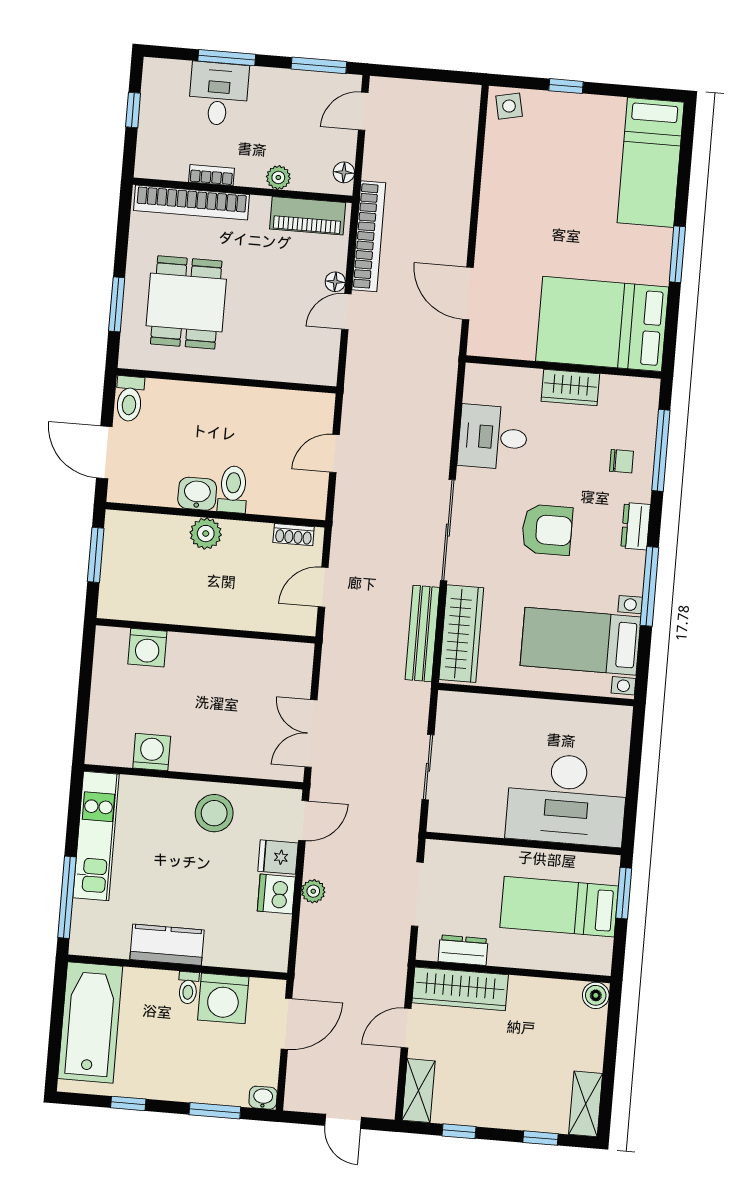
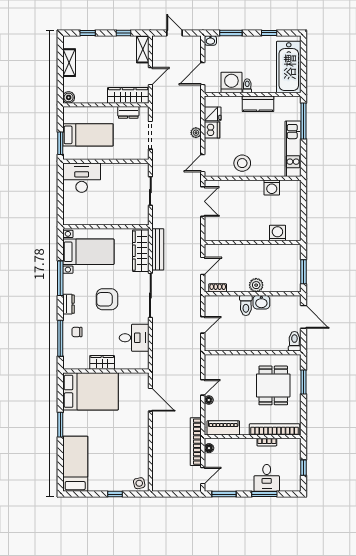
plant: (278, 177) -> (237, 444), removed
bookcase: (369, 236) -> (196, 442), moved
desk: (567, 799) -> (82, 178), width x0.73, depth x0.77
fridge: (278, 857) -> (213, 114), moved
shelving: (586, 1104) -> (69, 63), moved

